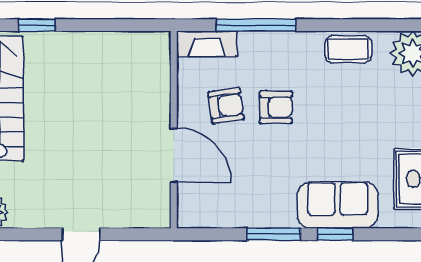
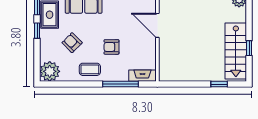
coffee table: (348, 49) -> (90, 69), moved
armchair: (226, 106) -> (72, 43), moved, turned 53

